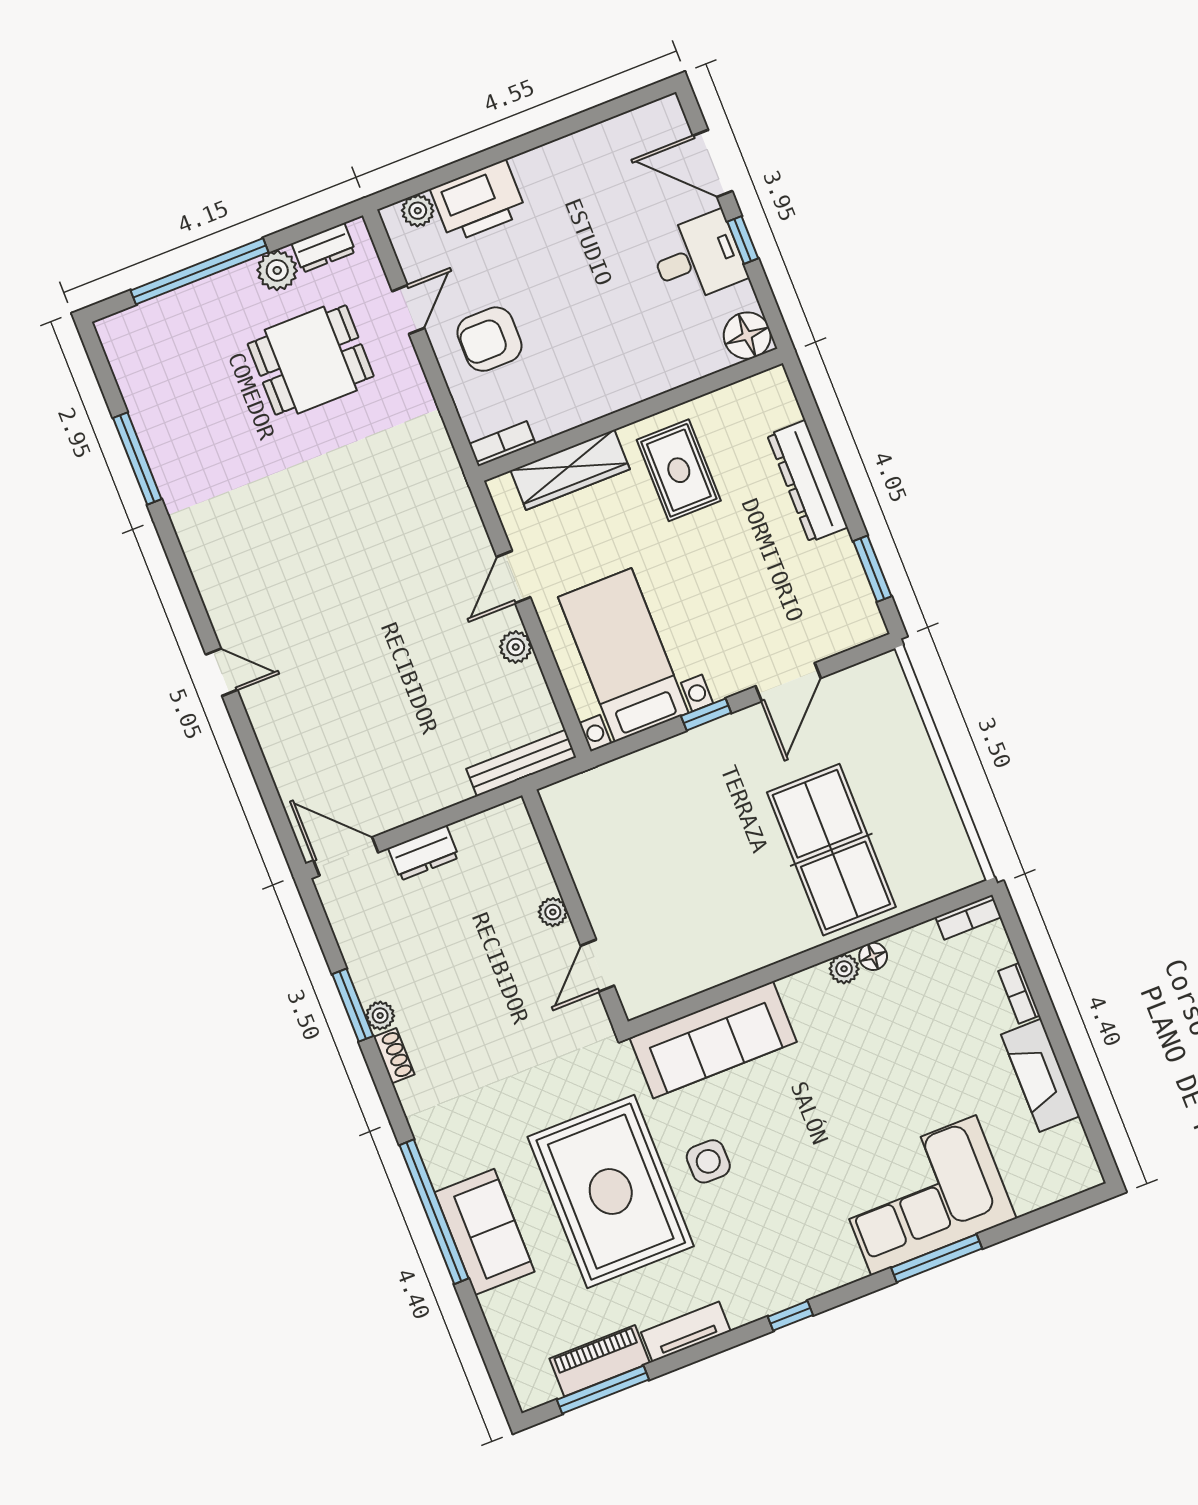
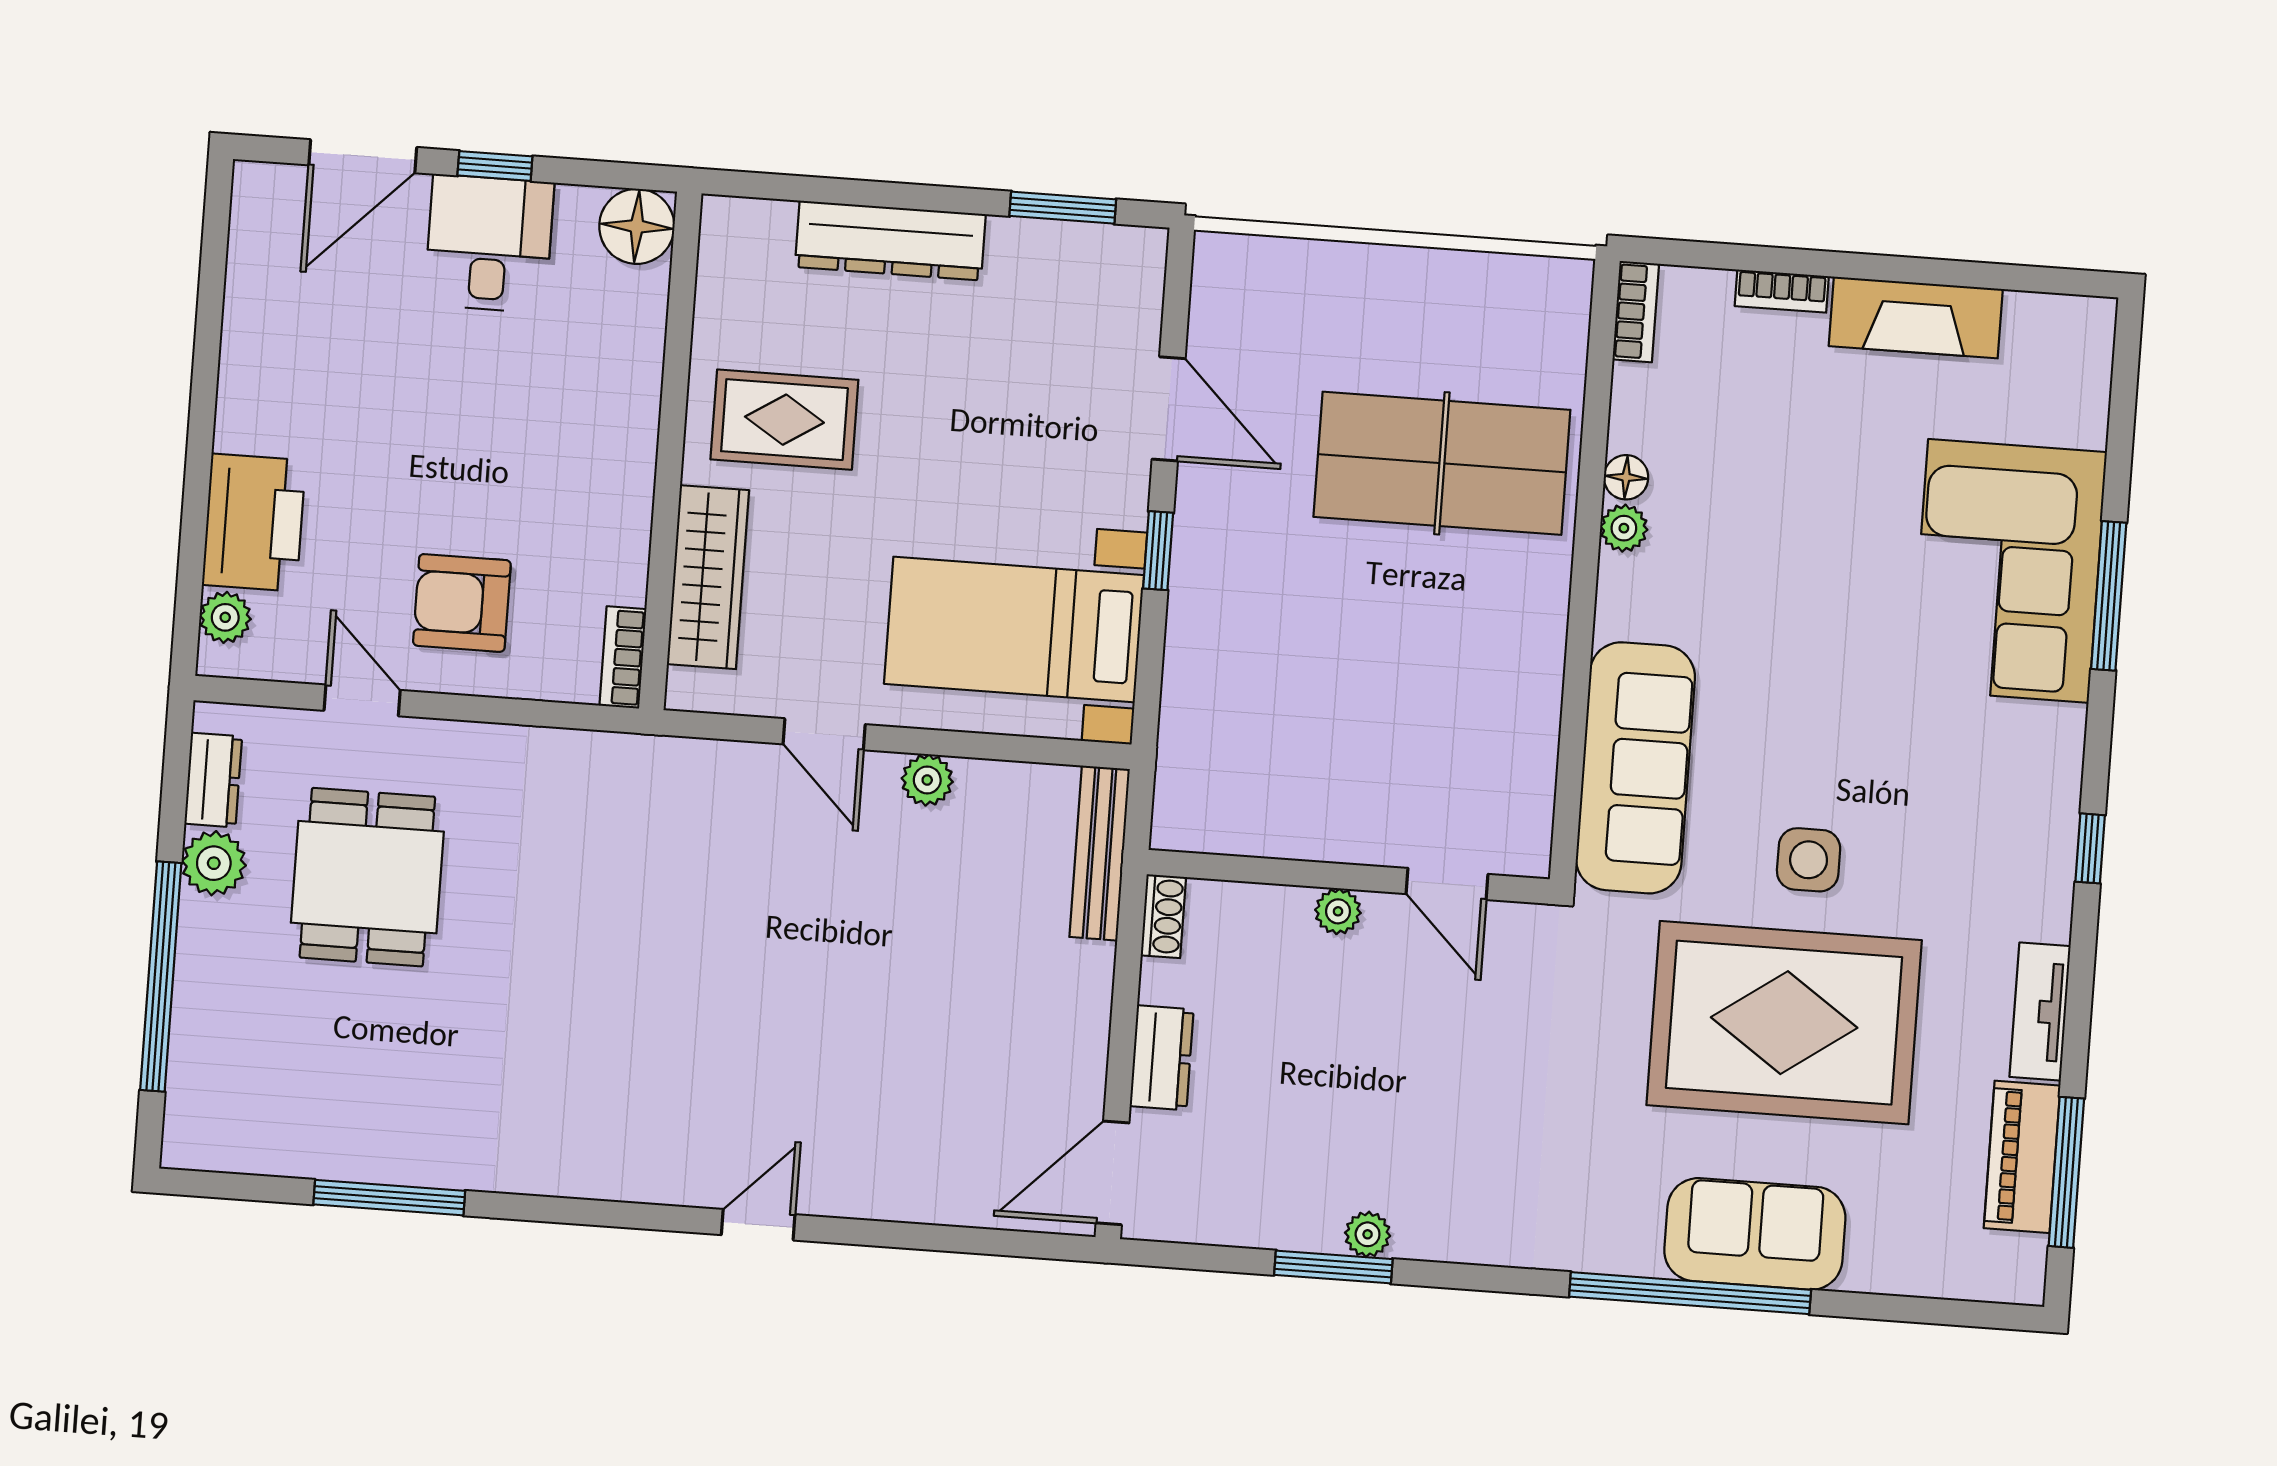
armchair: (489, 339) -> (462, 603), turned 90
shoe rack: (394, 1056) -> (1163, 916), moved, turned 90

